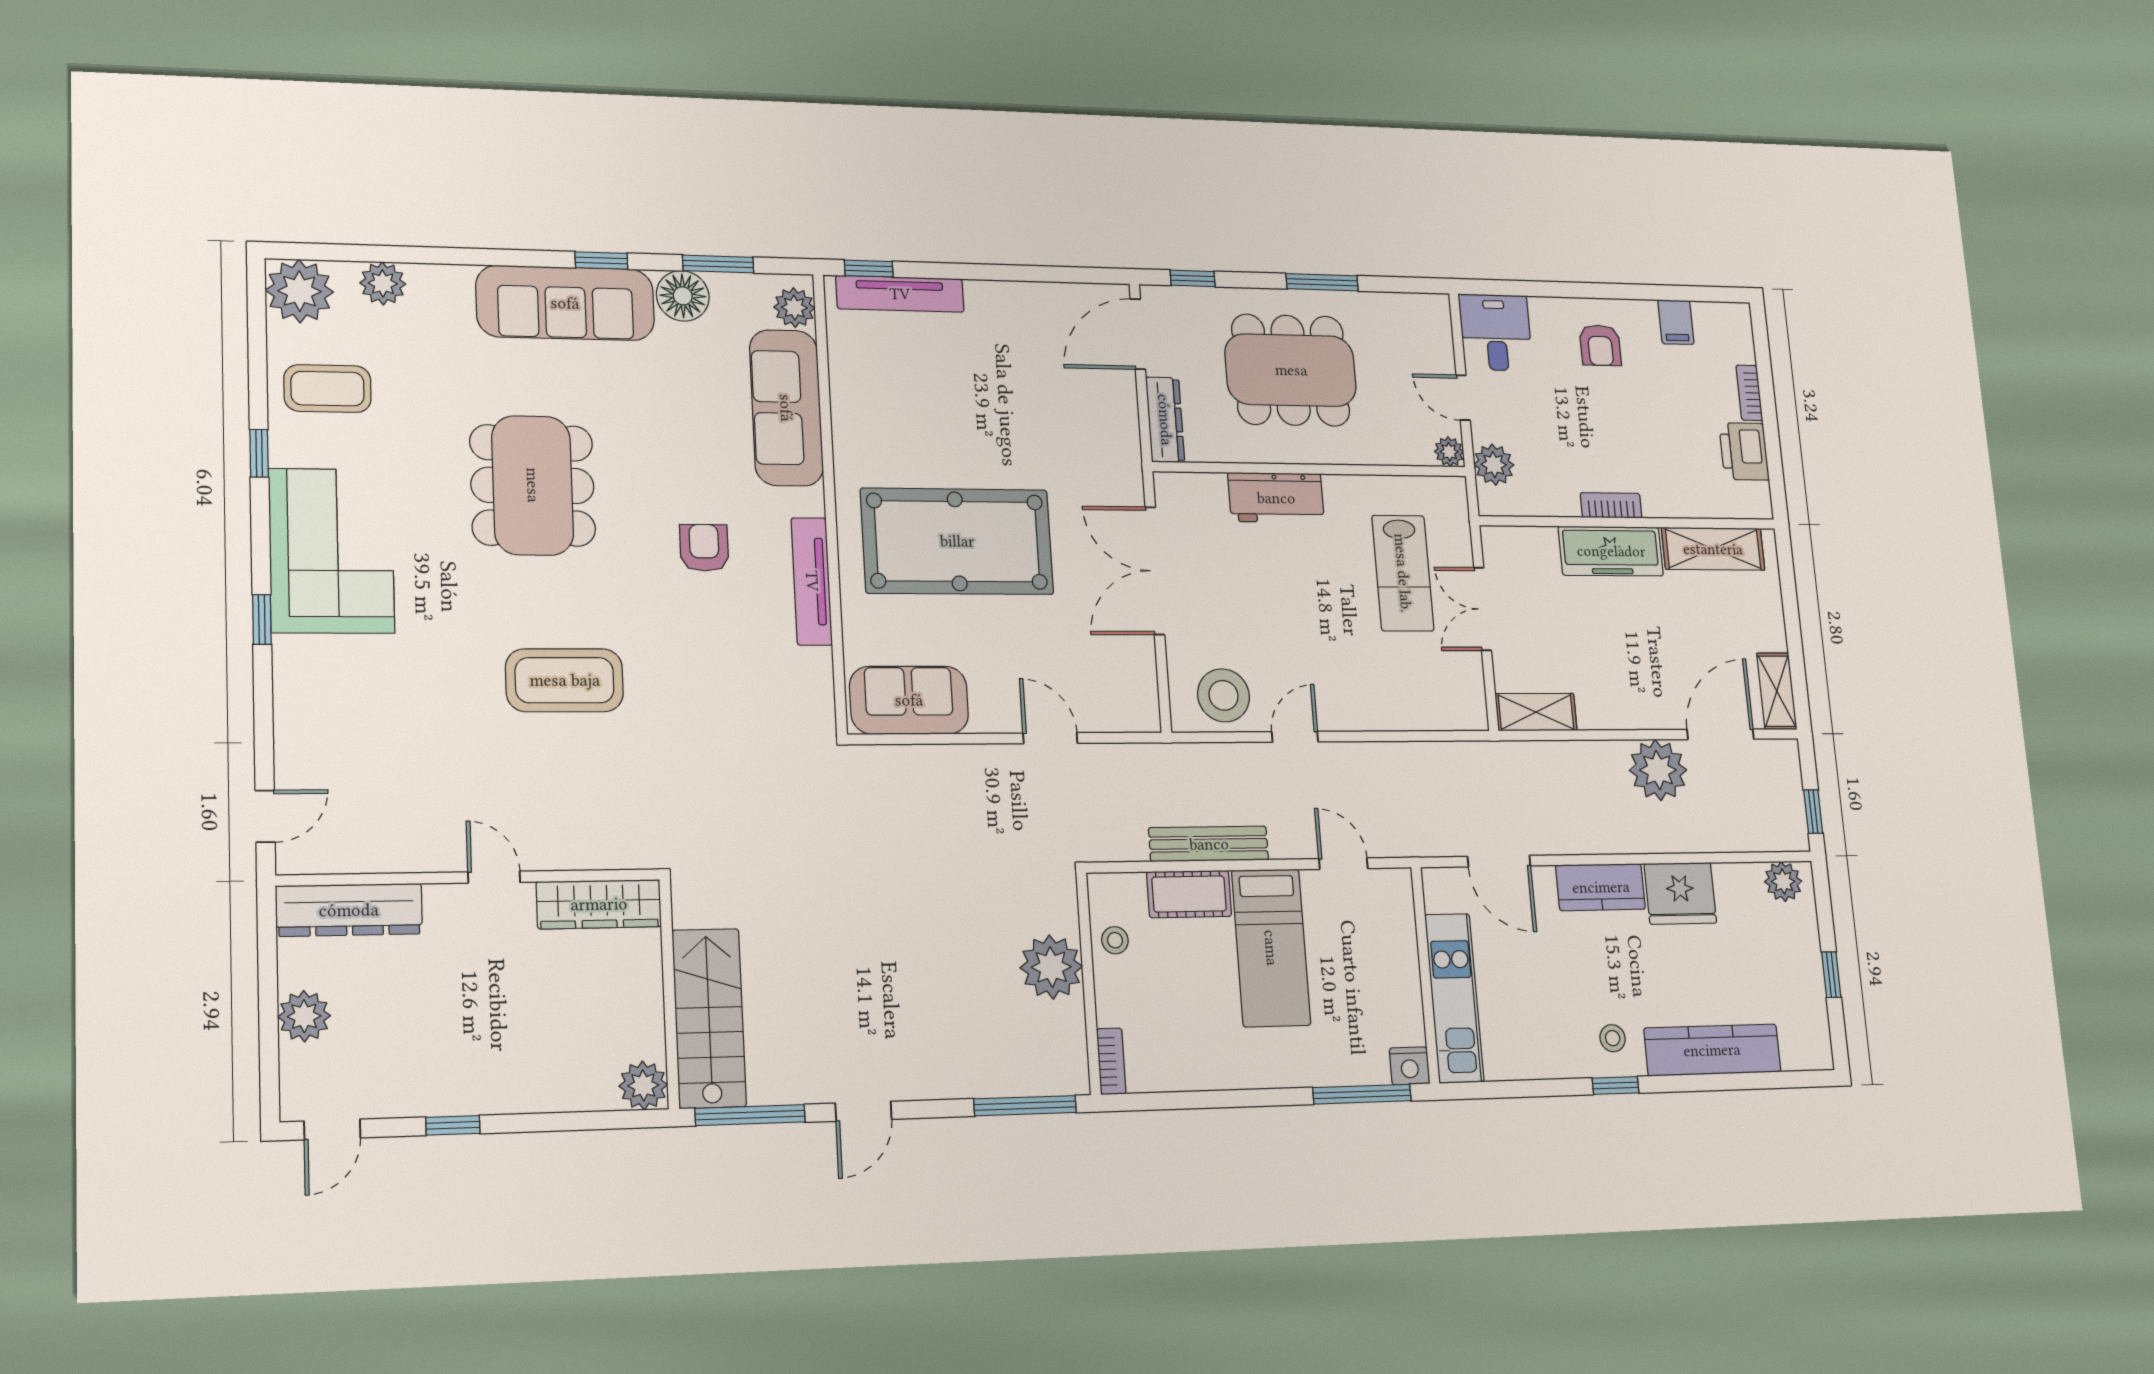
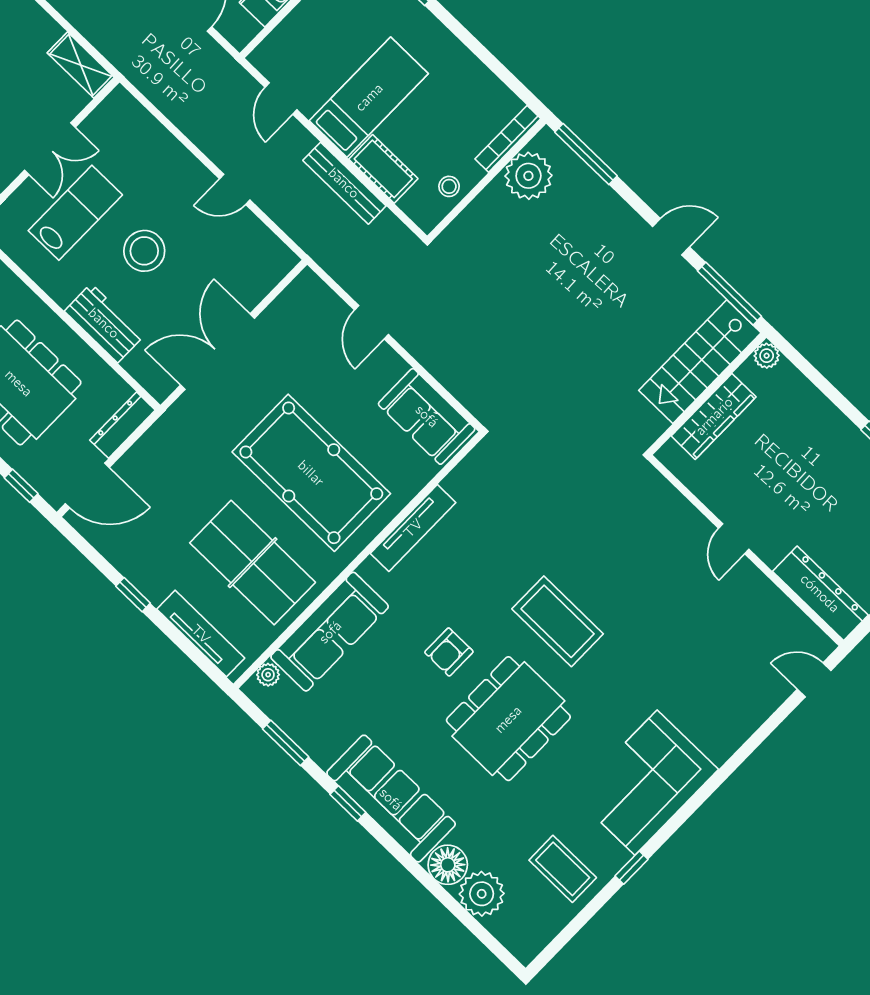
window: (869, 269) -> (133, 595), moved
plant: (383, 283) -> (482, 894), width x1.36, depth x1.36
plant: (299, 291) -> (525, 934), removed
floor lamp: (683, 296) -> (448, 865), moved
plant: (794, 308) -> (268, 675), width x0.73, depth x0.73
table tennis table: (922, 405) -> (253, 563), added
armchair: (704, 548) -> (449, 652), moved
double door: (1155, 571) -> (217, 352), swing flipped
window: (262, 620) -> (716, 781), removed
coffee table: (565, 680) -> (558, 621), moved
stool: (1224, 695) -> (144, 251), moved
wardrobe: (599, 904) -> (714, 416), moved, turned 90
plant: (1051, 967) -> (528, 176), moved
bookcase: (1111, 1061) -> (508, 139), width x1.56
plant: (643, 1085) -> (767, 356), width x0.73, depth x0.73

